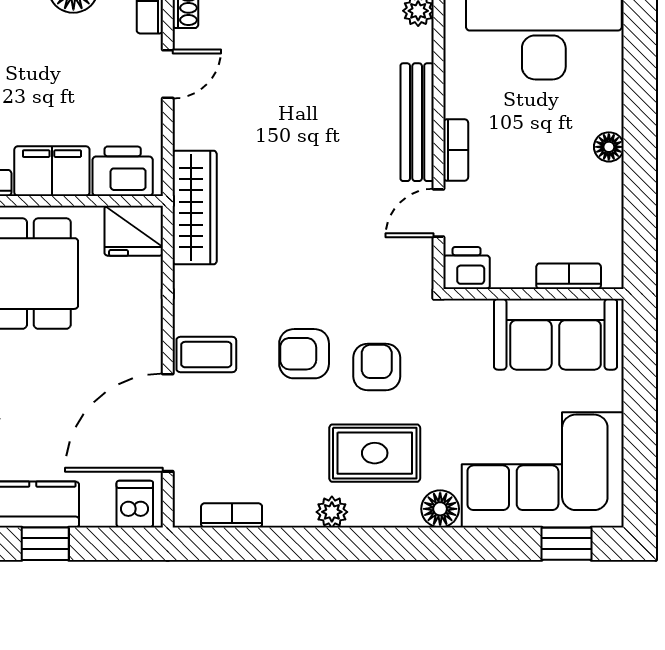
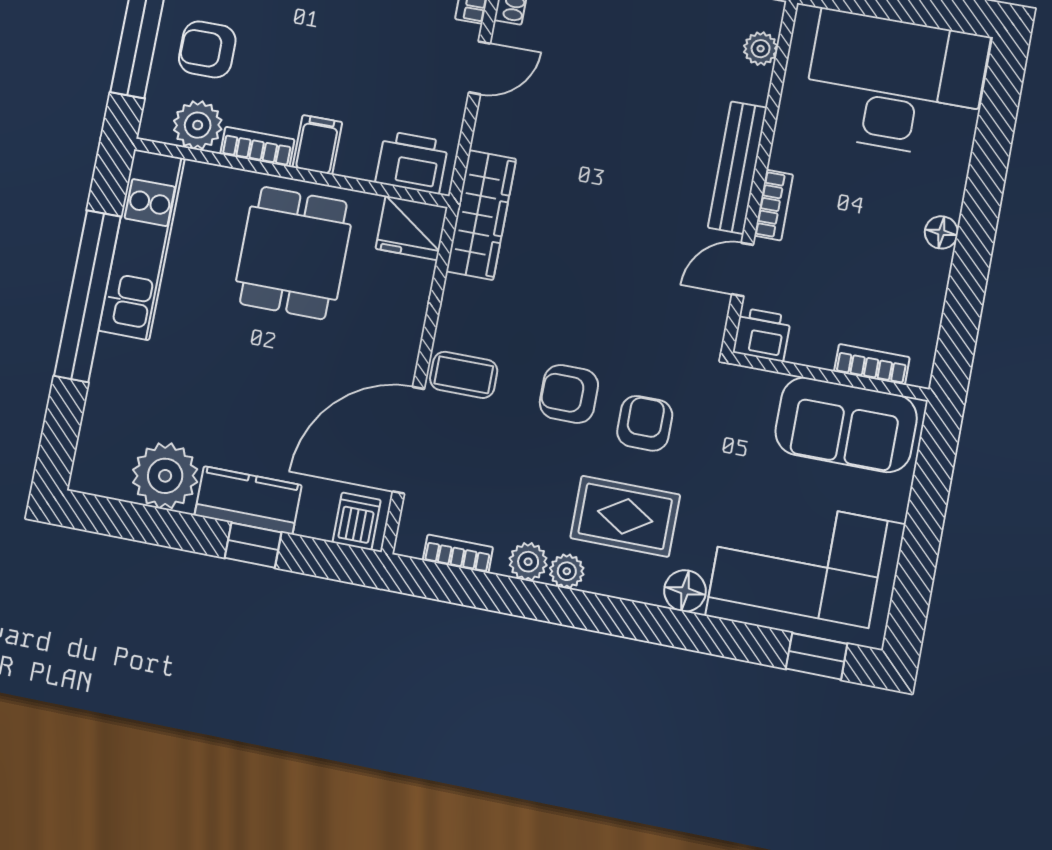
filing cabinet: (52, 171) -> (317, 145), width x0.50
plant: (296, 510) -> (528, 562), added

